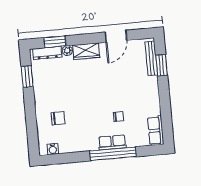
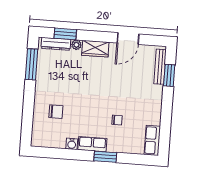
window: (27, 77) -> (32, 64), width x1.44
row of seats: (112, 142) -> (92, 144), moved
water cooler: (53, 149) -> (72, 144), moved
window: (113, 154) -> (105, 157), width x0.47

